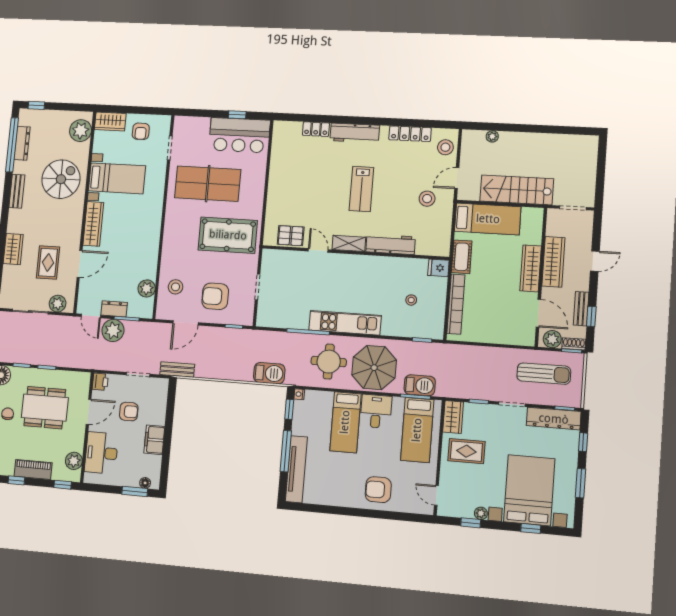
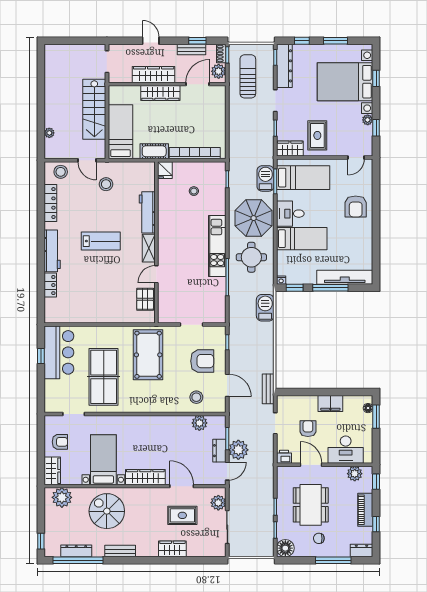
armchair: (215, 296) -> (202, 361), turned -90

